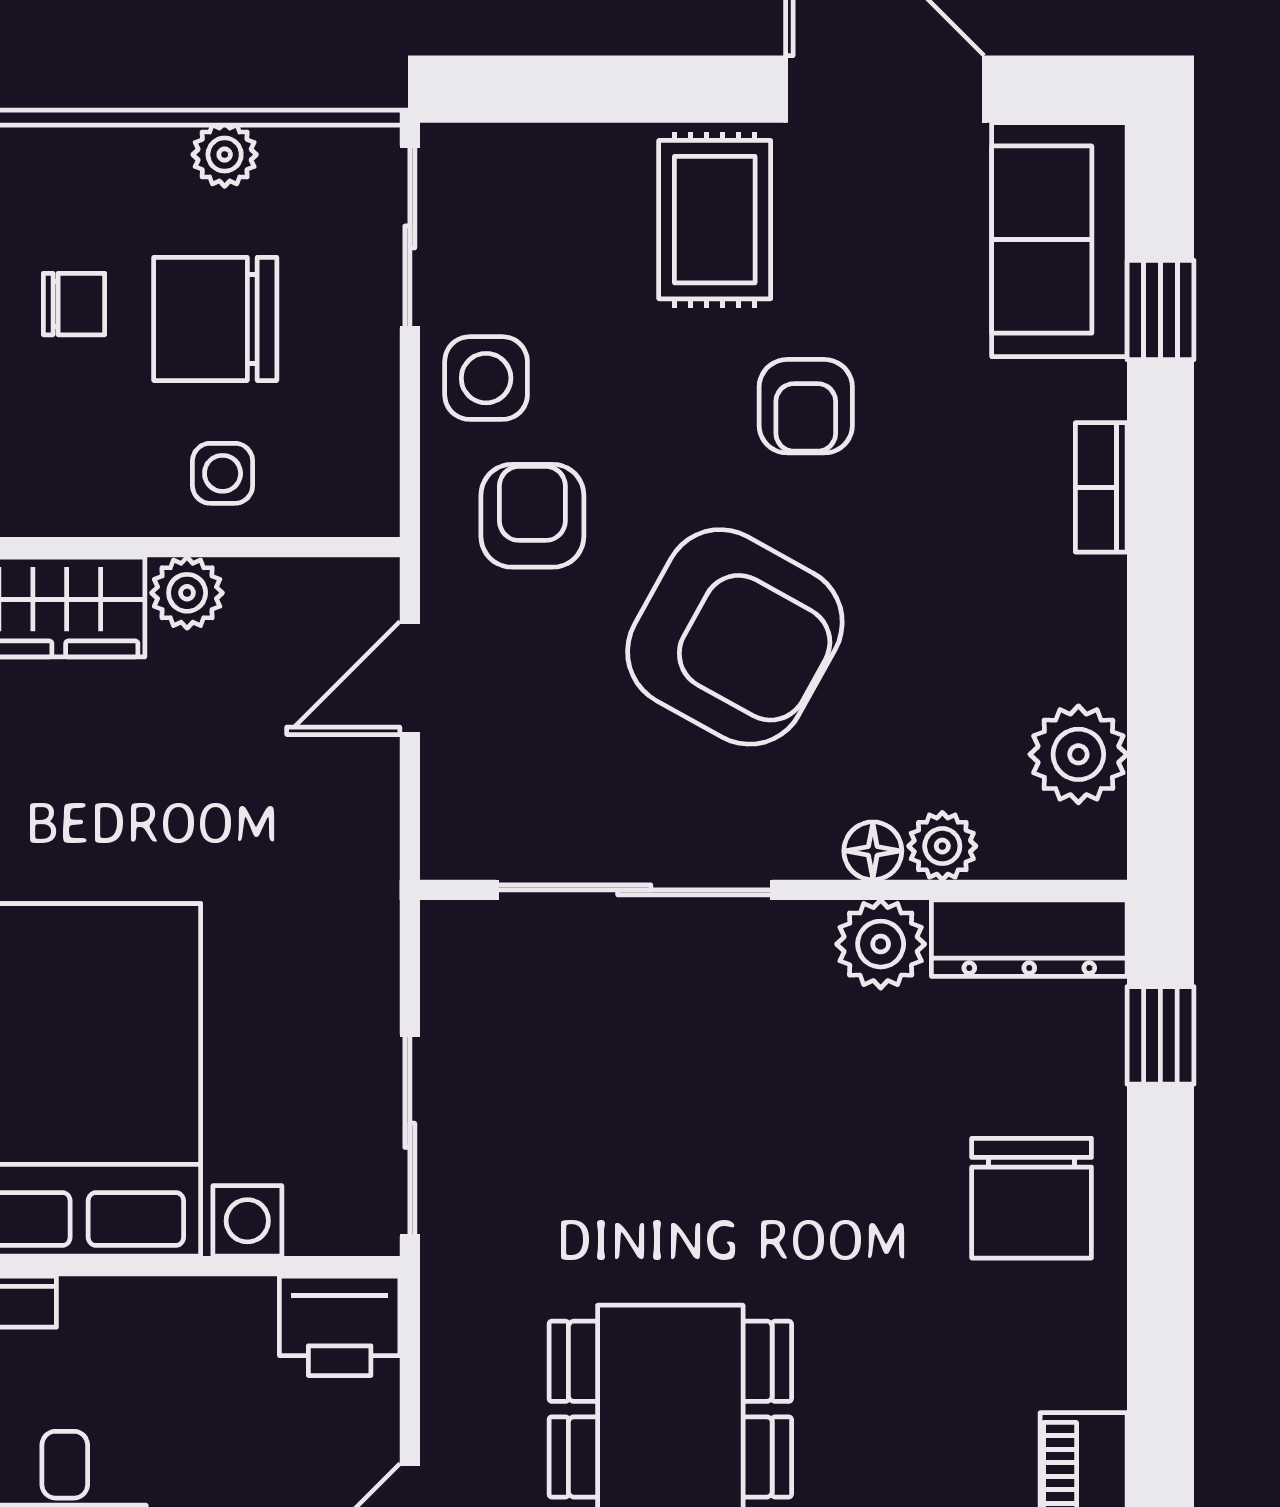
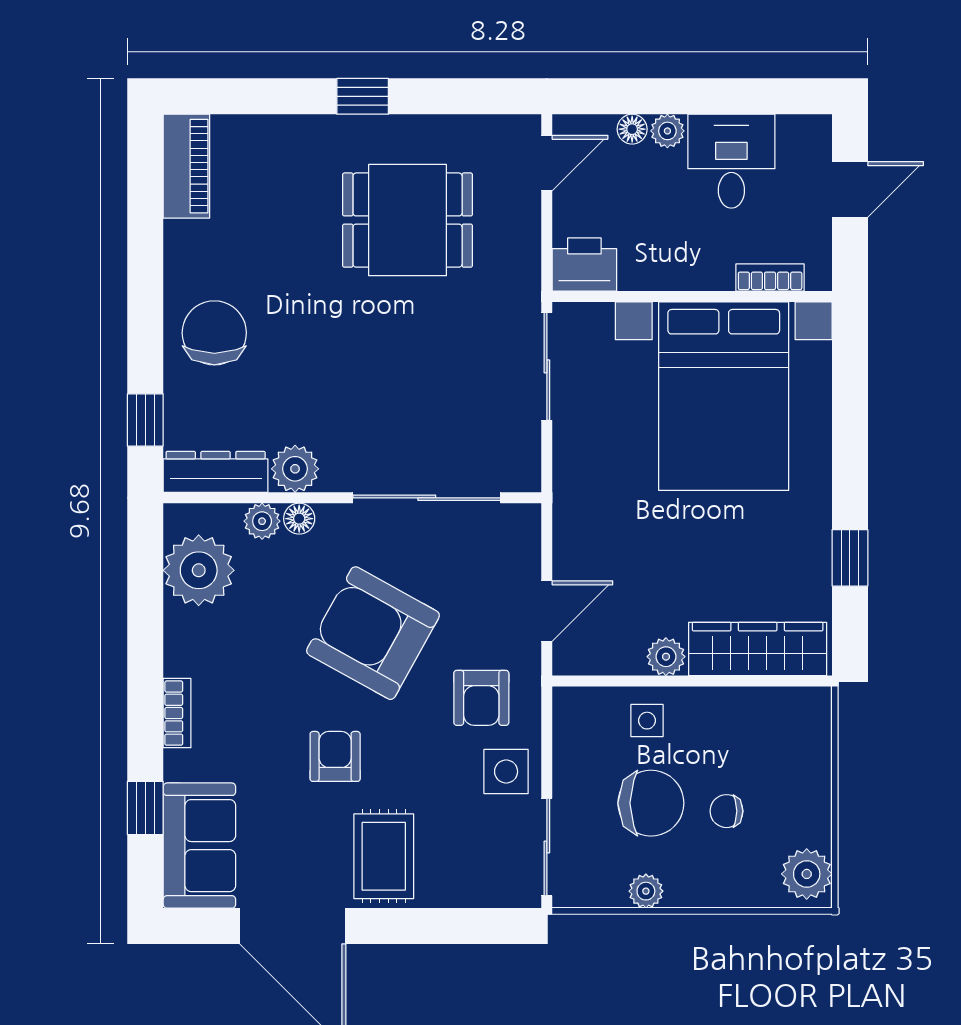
plant: (1078, 754) -> (199, 570), width x1.36, depth x1.36

